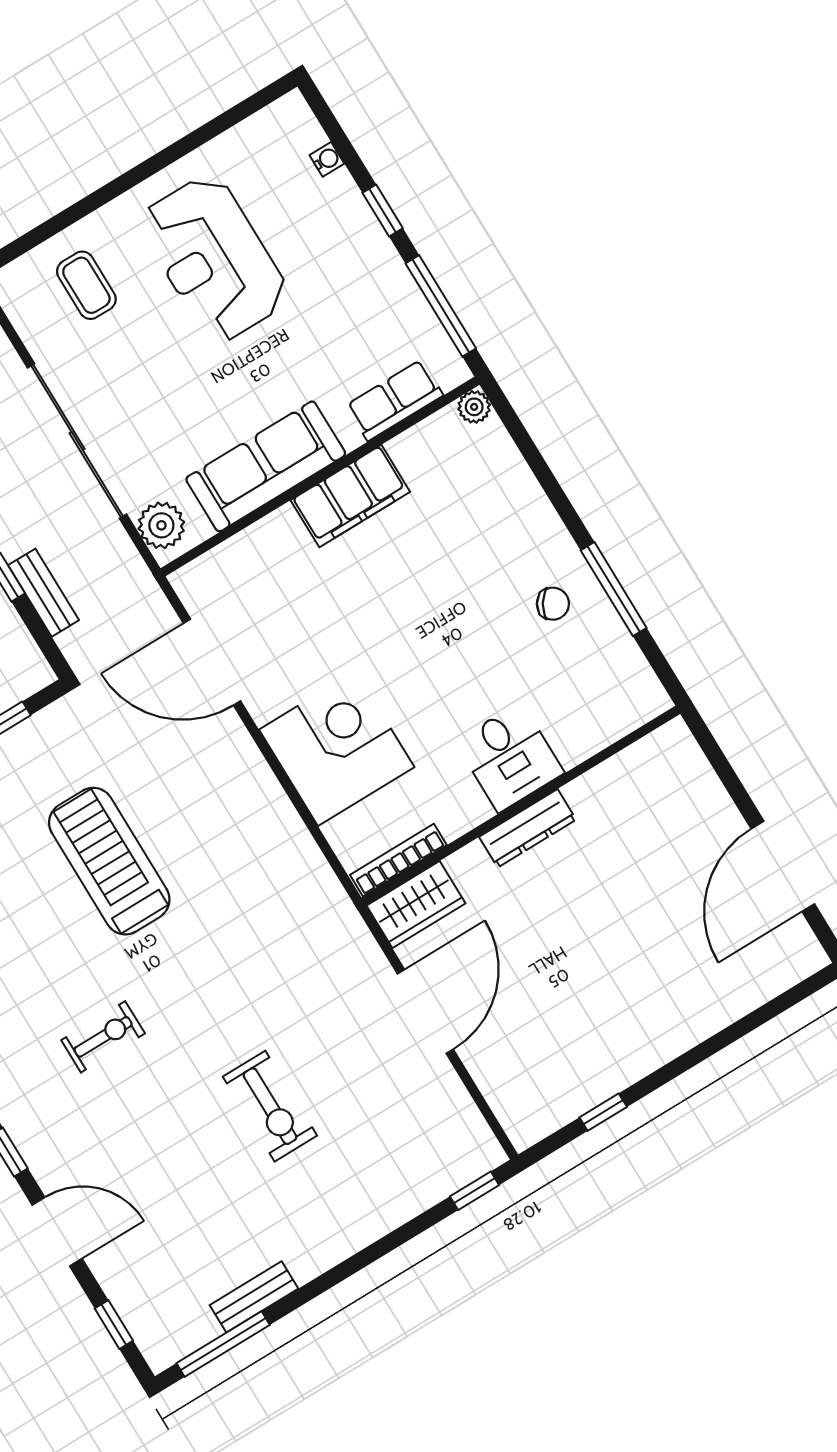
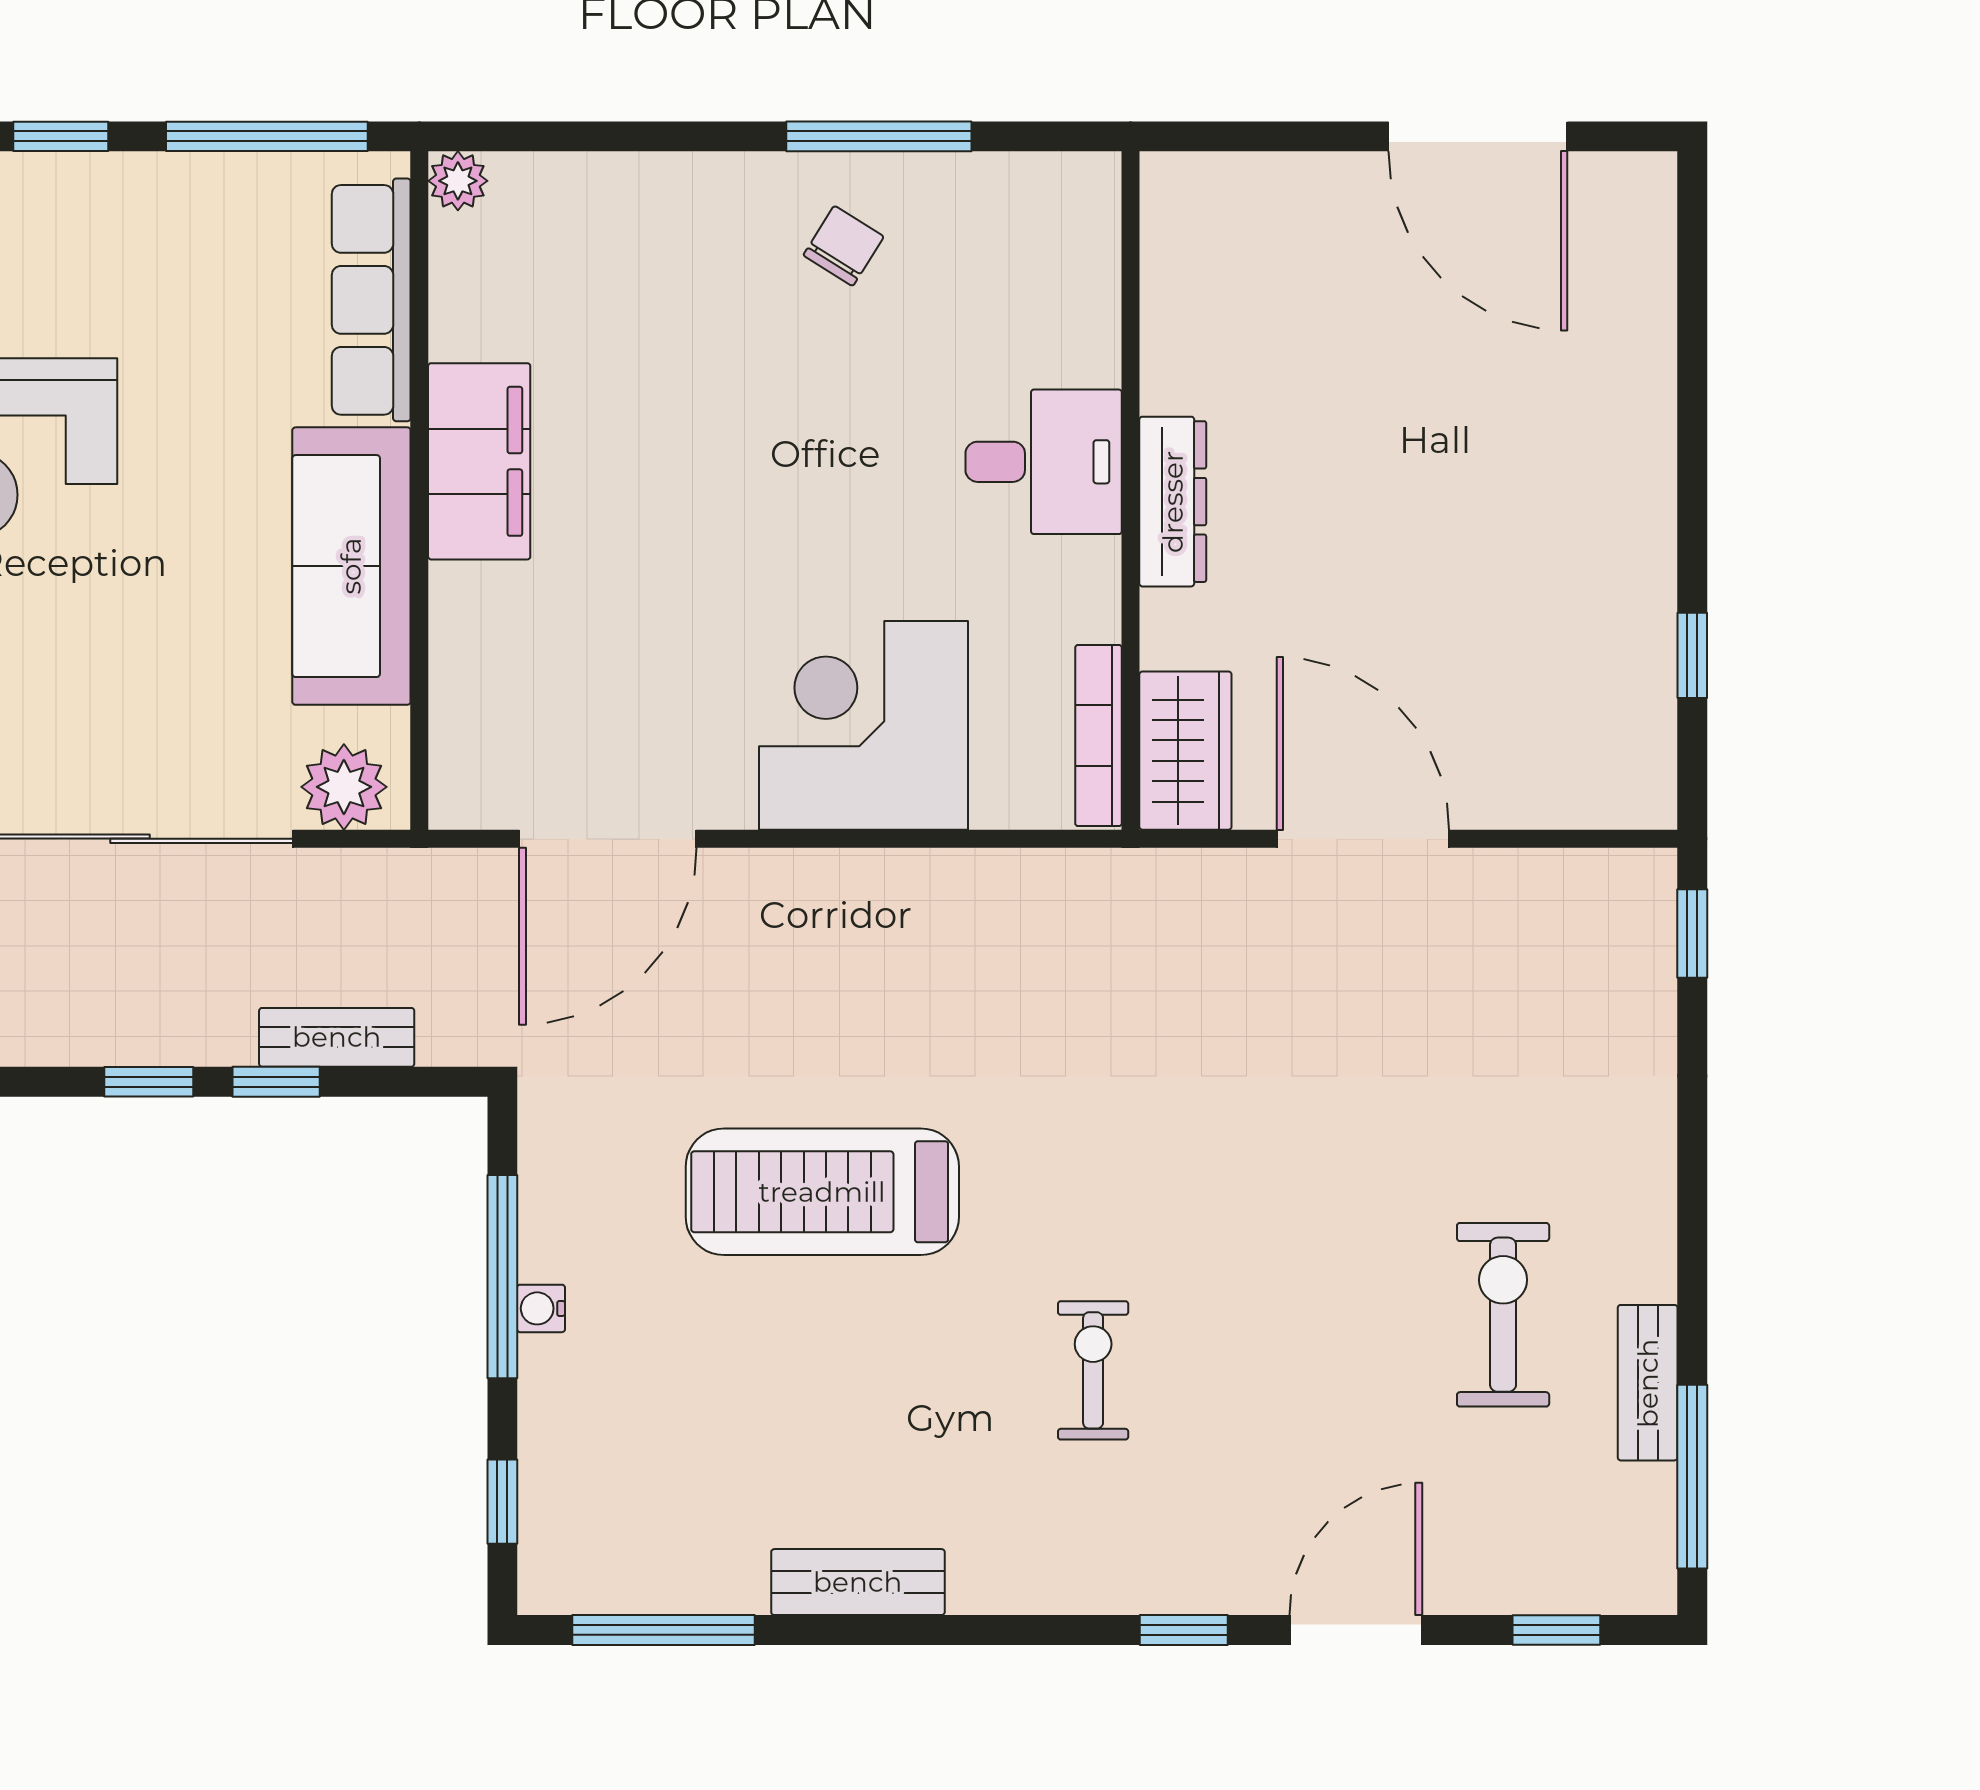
row of seats: (395, 400) -> (371, 300), width x1.48
exercise bike: (270, 1106) -> (1503, 1315), moved, turned -90

